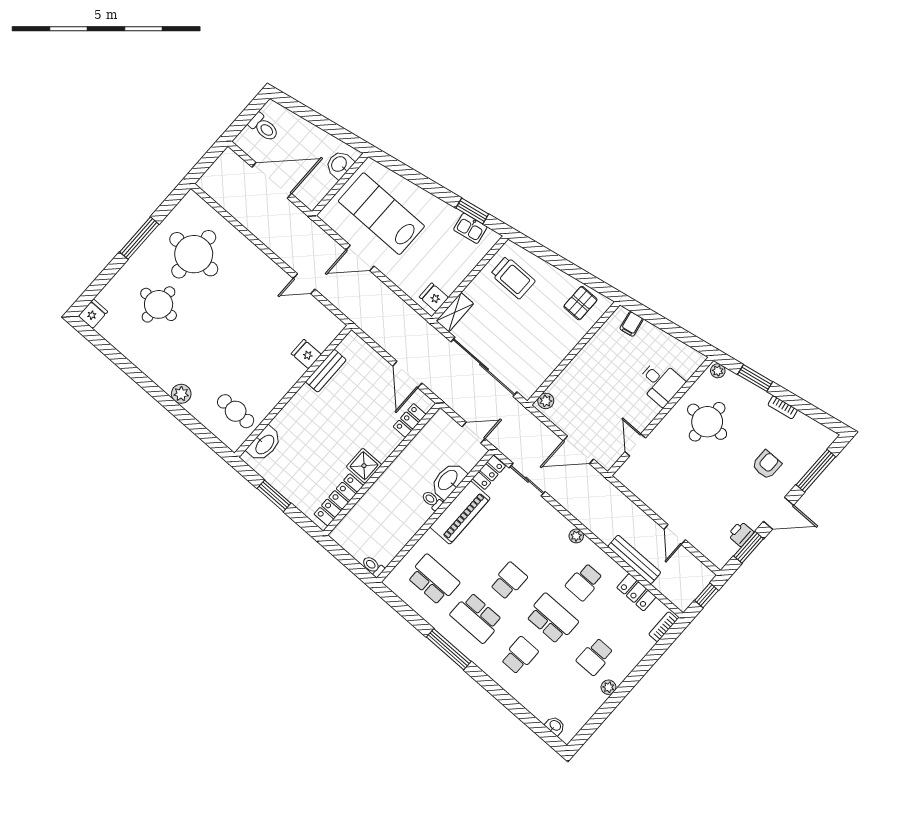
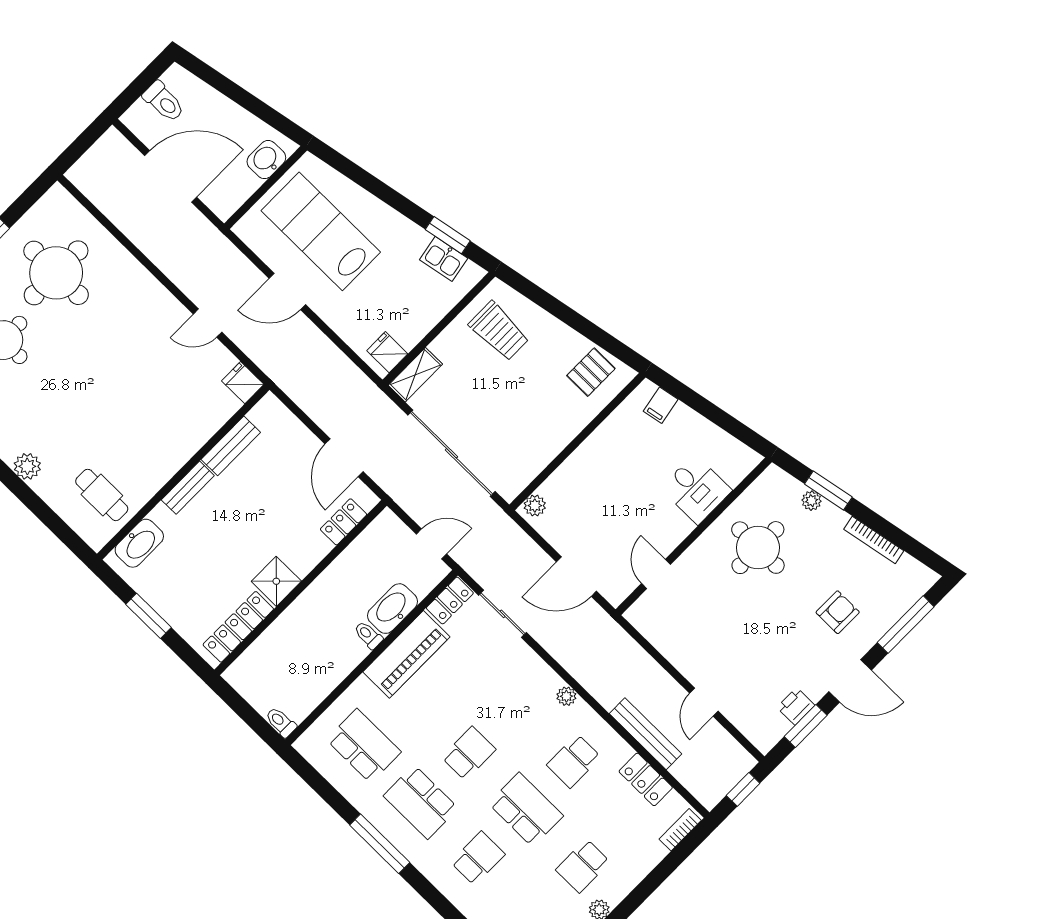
fridge: (306, 354) -> (243, 383), moved
plant: (718, 371) -> (812, 501), moved
bench: (297, 402) -> (188, 488), added
bookcase: (783, 407) -> (874, 540), width x1.56

